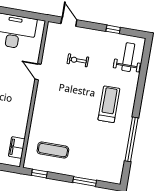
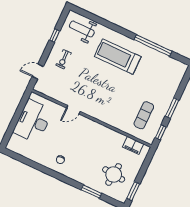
exercise bike: (78, 60) -> (64, 59), moved
treadmill: (109, 104) -> (118, 57), width x1.37, depth x1.38
window: (85, 181) -> (172, 108), moved

